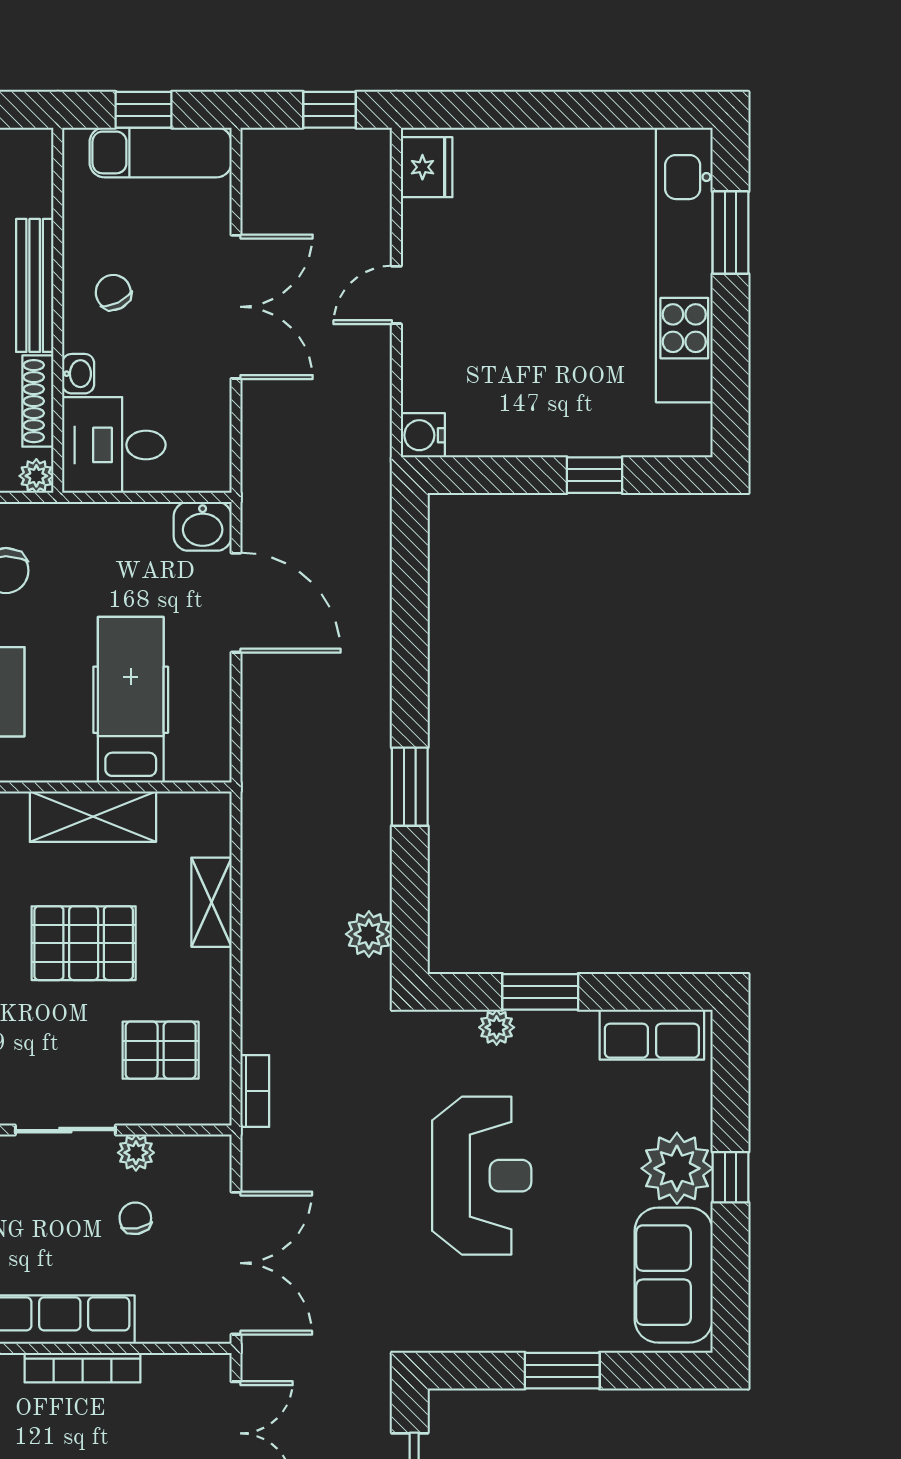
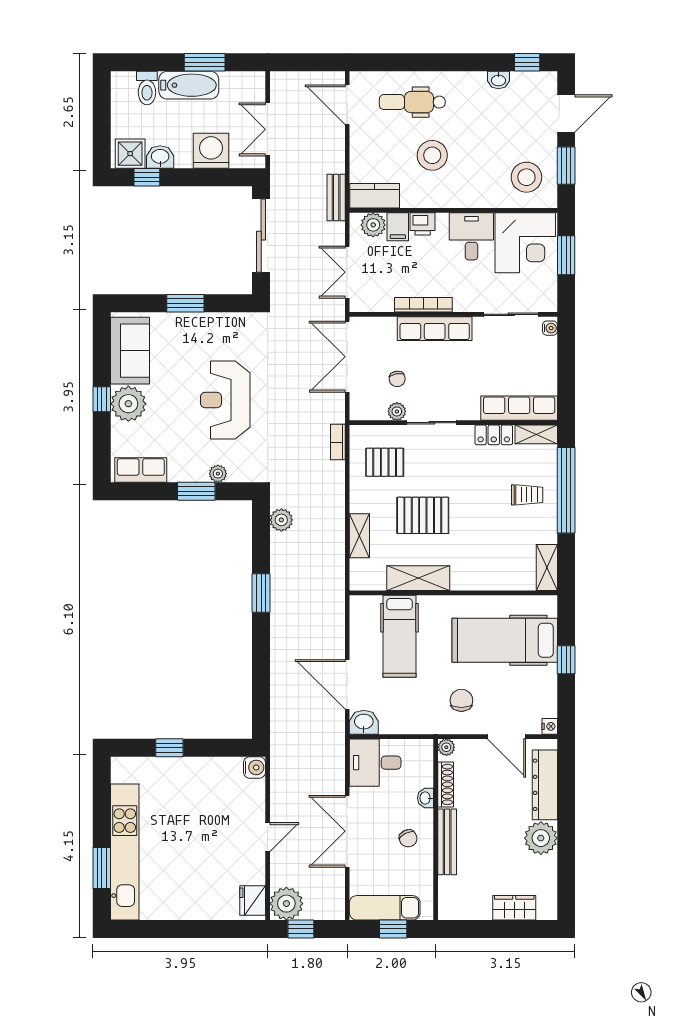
plant: (359, 161) -> (286, 904), added
desk: (114, 445) -> (375, 763), moved, turned 180

